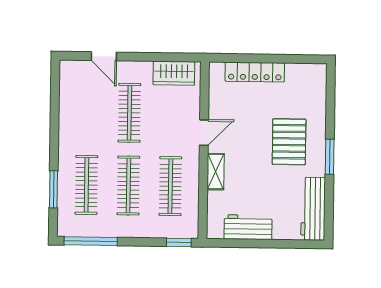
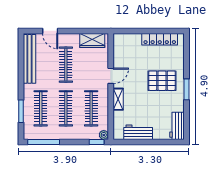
locker: (255, 72) -> (160, 39), moved
bench: (69, 102) -> (29, 59), added
pallet: (289, 142) -> (162, 81), turned 90
workbench: (313, 209) -> (177, 126), width x0.73
plant: (191, 231) -> (104, 135), added

